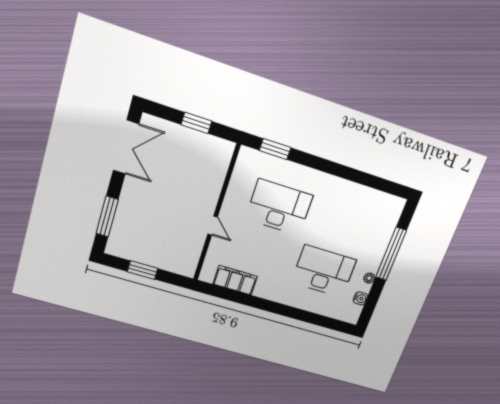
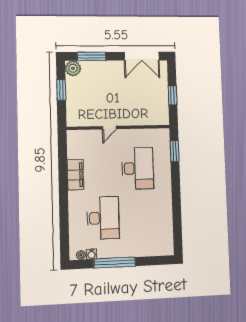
plant: (117, 246) -> (73, 68), added
window: (391, 254) -> (115, 263), moved
plant: (369, 278) -> (81, 255), moved
filing cabinet: (235, 280) -> (75, 175), moved

